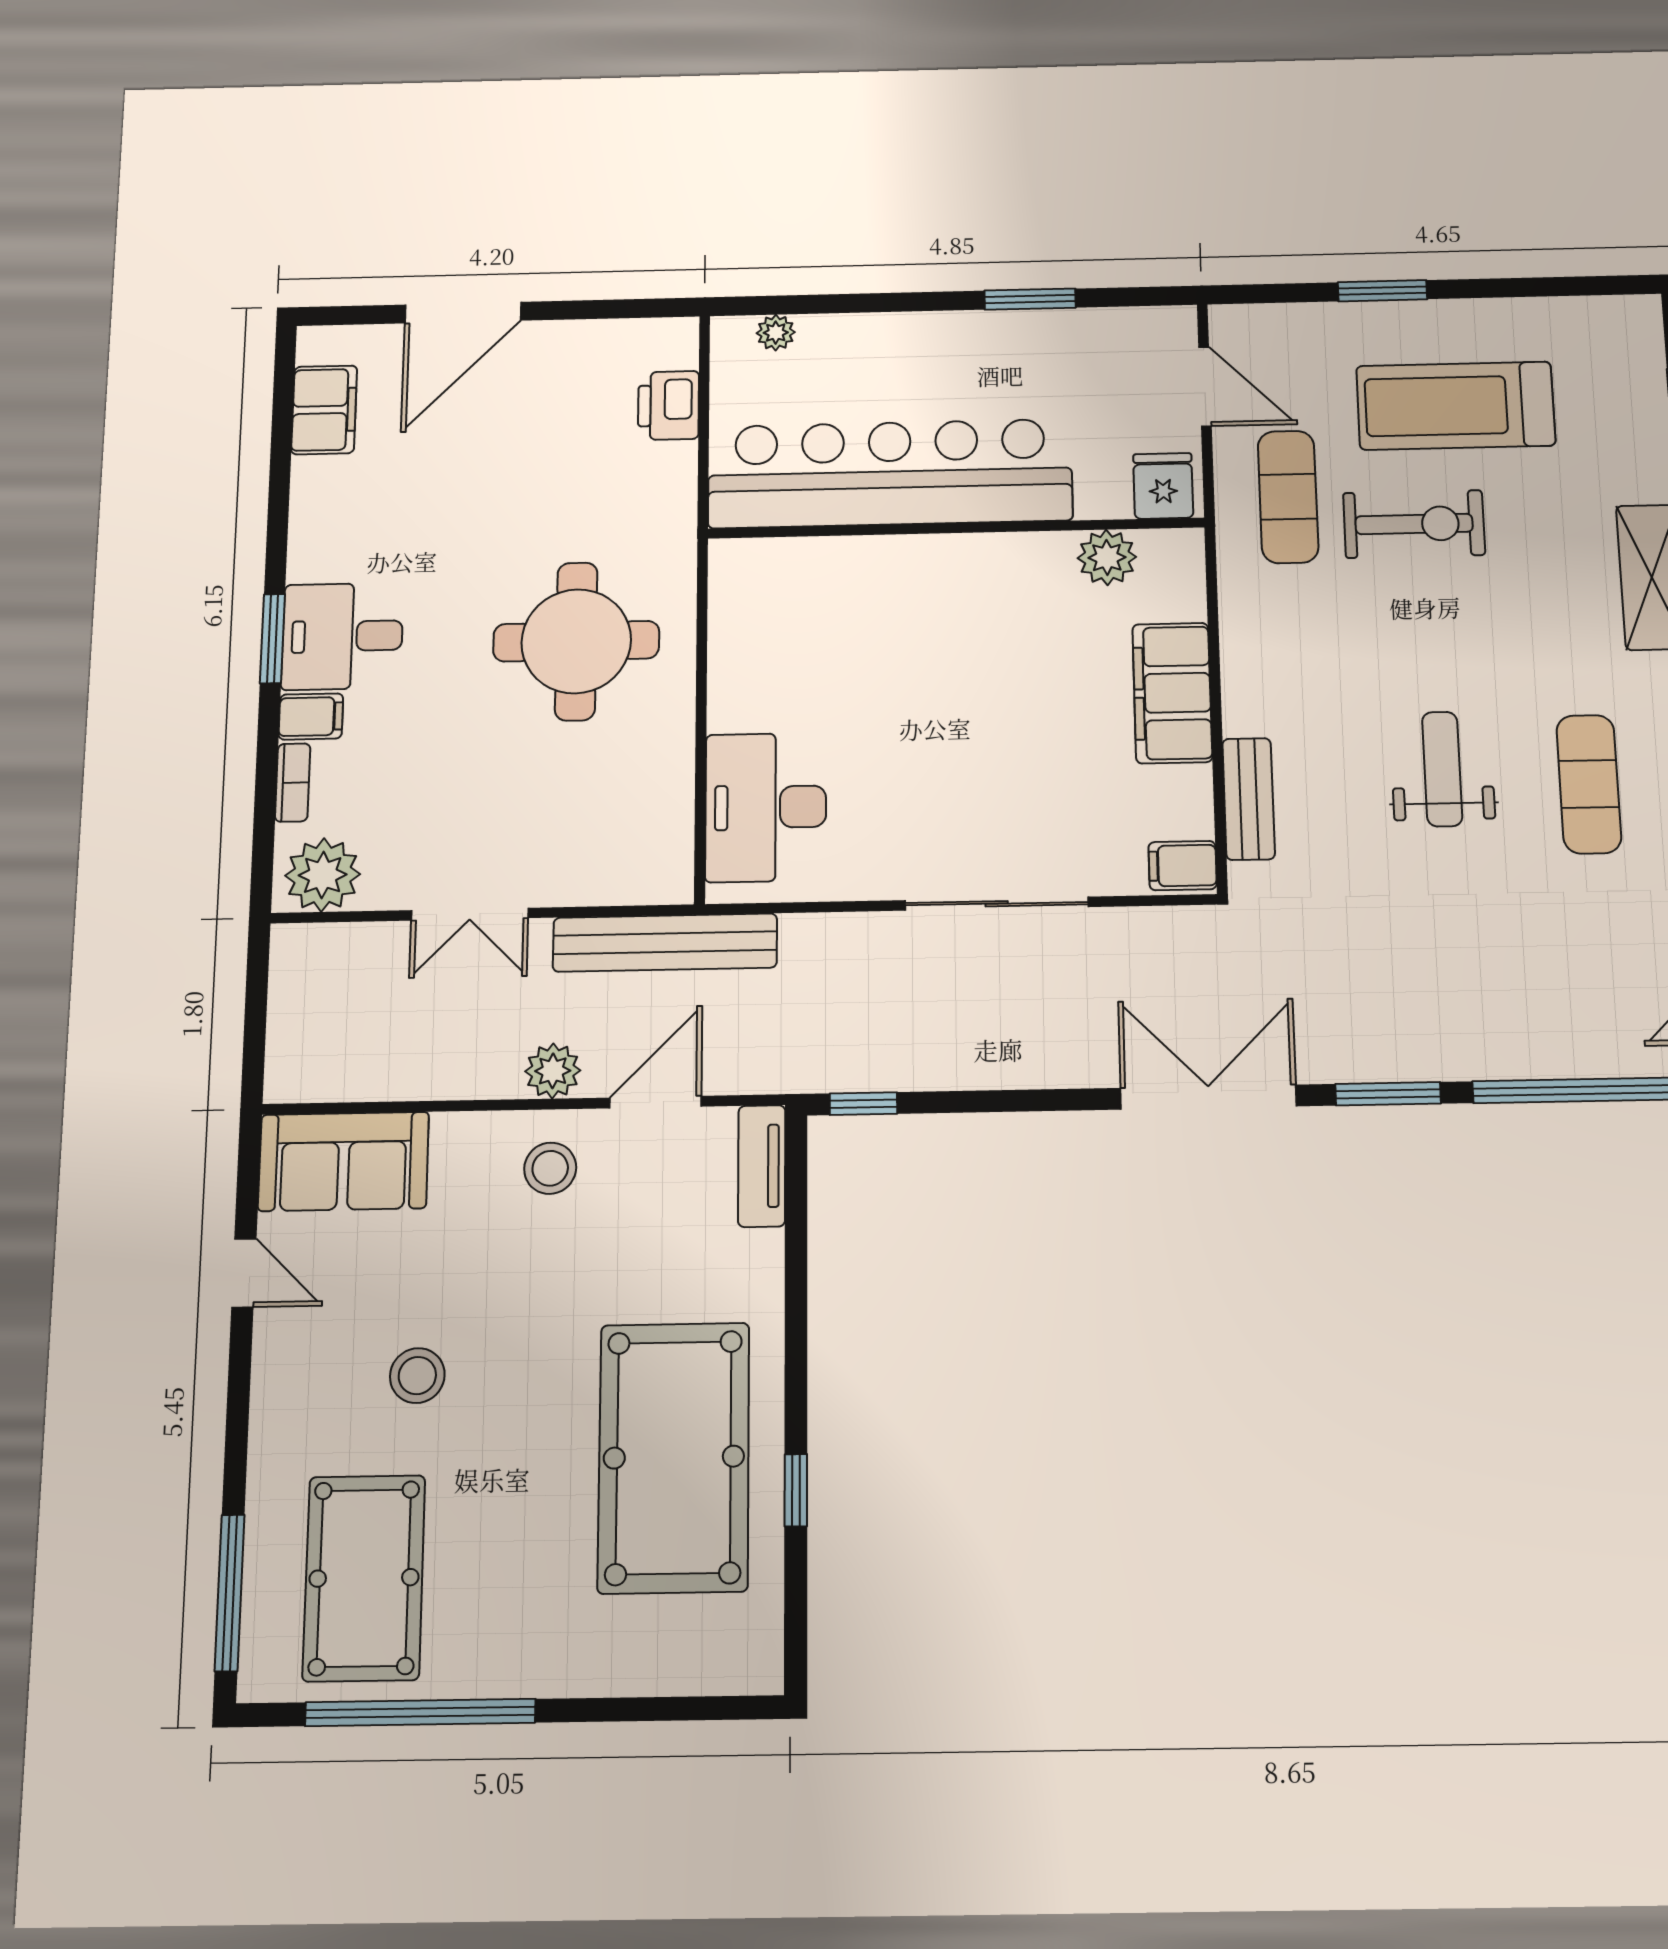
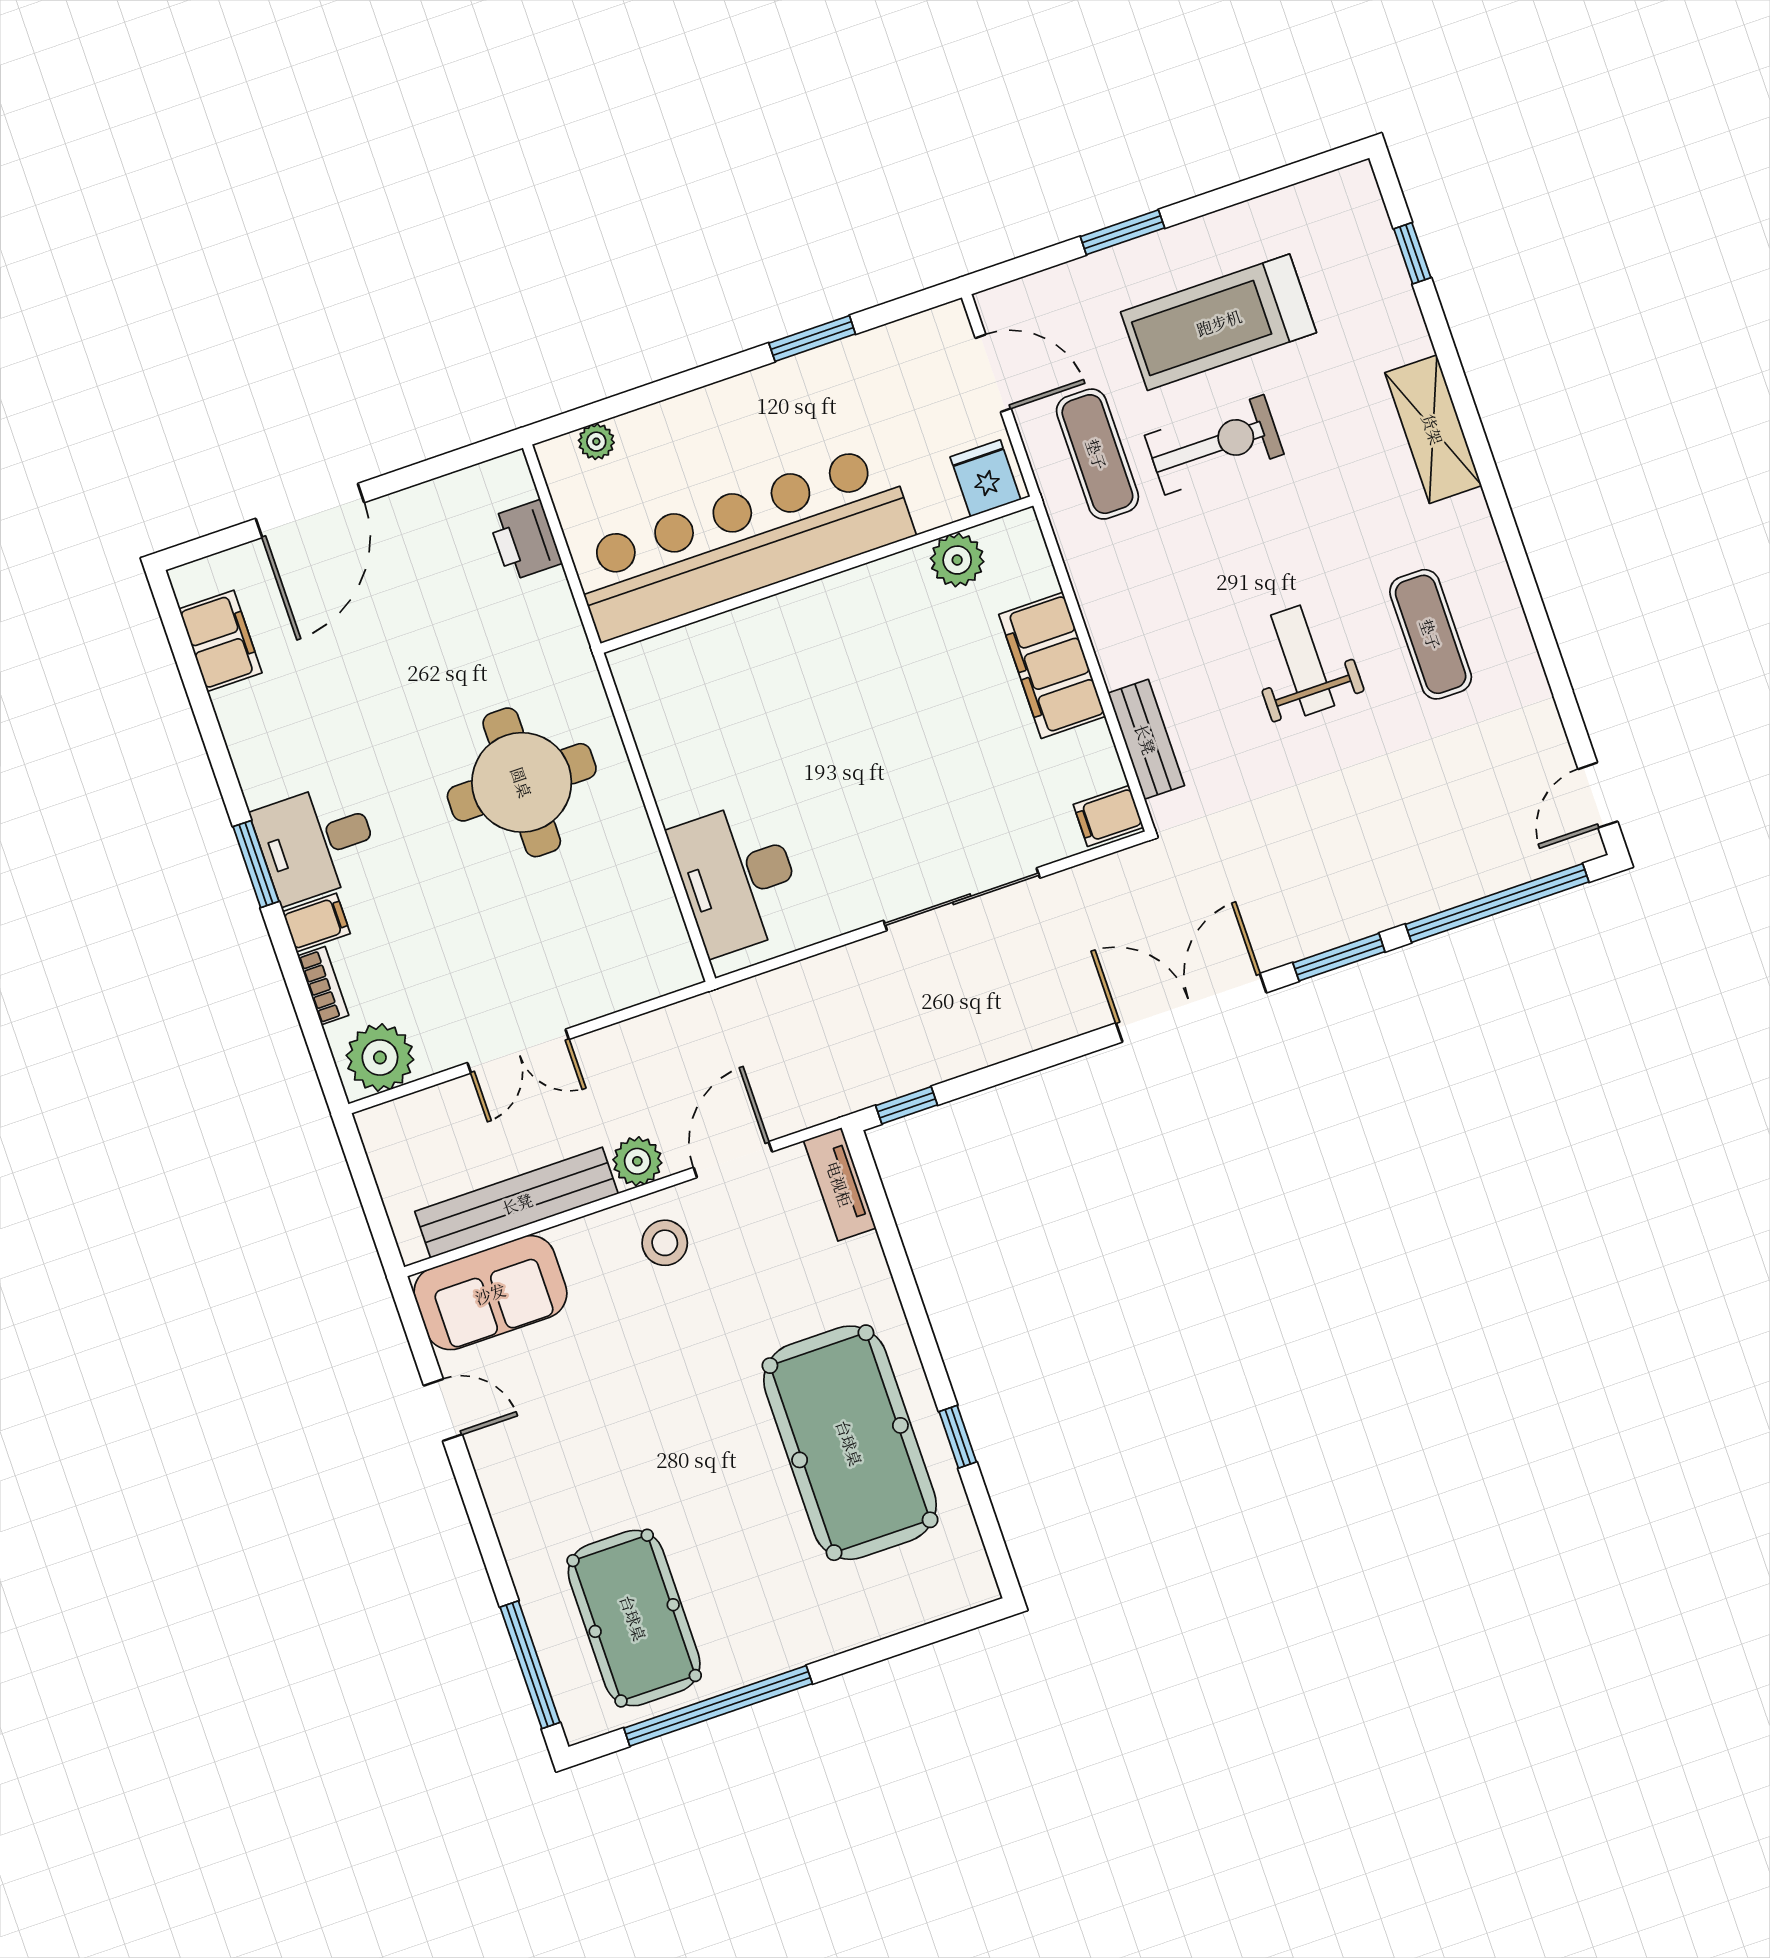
bench: (665, 943) -> (517, 1203), moved
stool: (417, 1376) -> (617, 1446), removed

